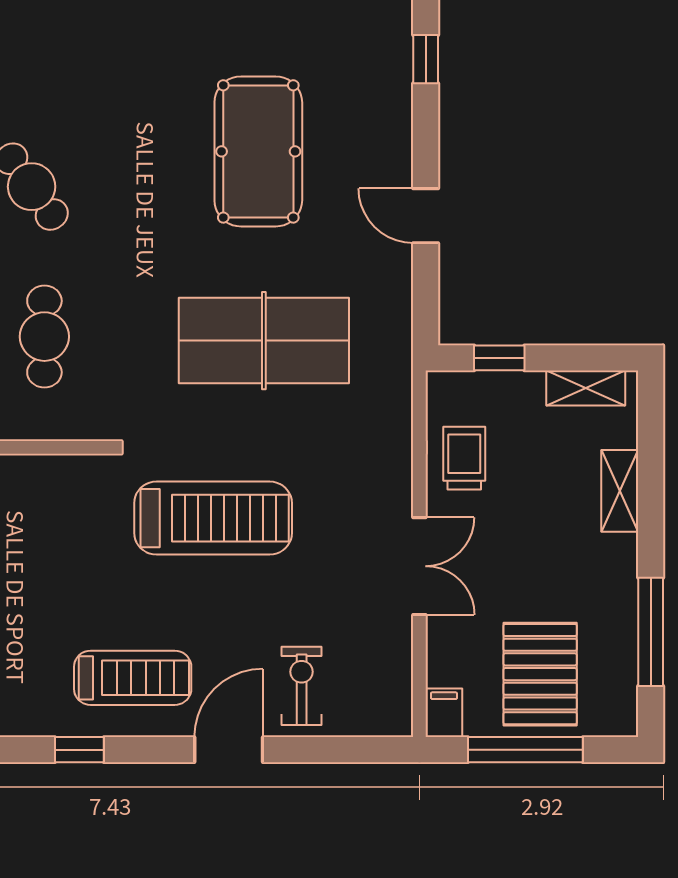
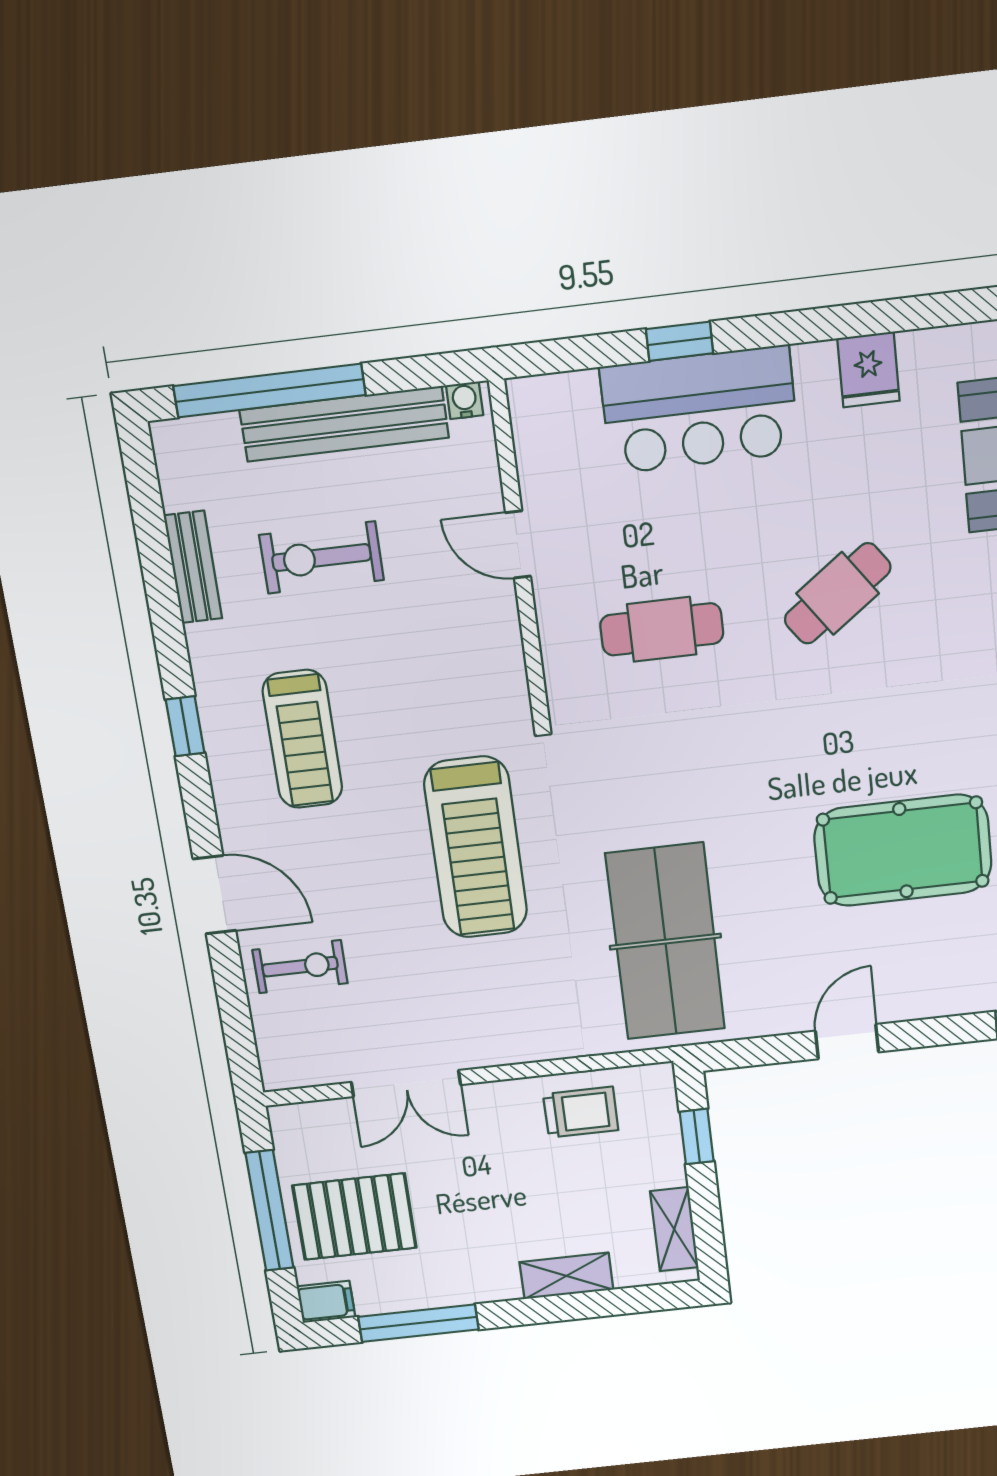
table tennis table: (264, 341) -> (665, 942), moved
double door: (419, 566) -> (406, 1083), moved
treadmill: (133, 678) -> (302, 739), moved
filing cabinet: (444, 713) -> (326, 1302), moved

